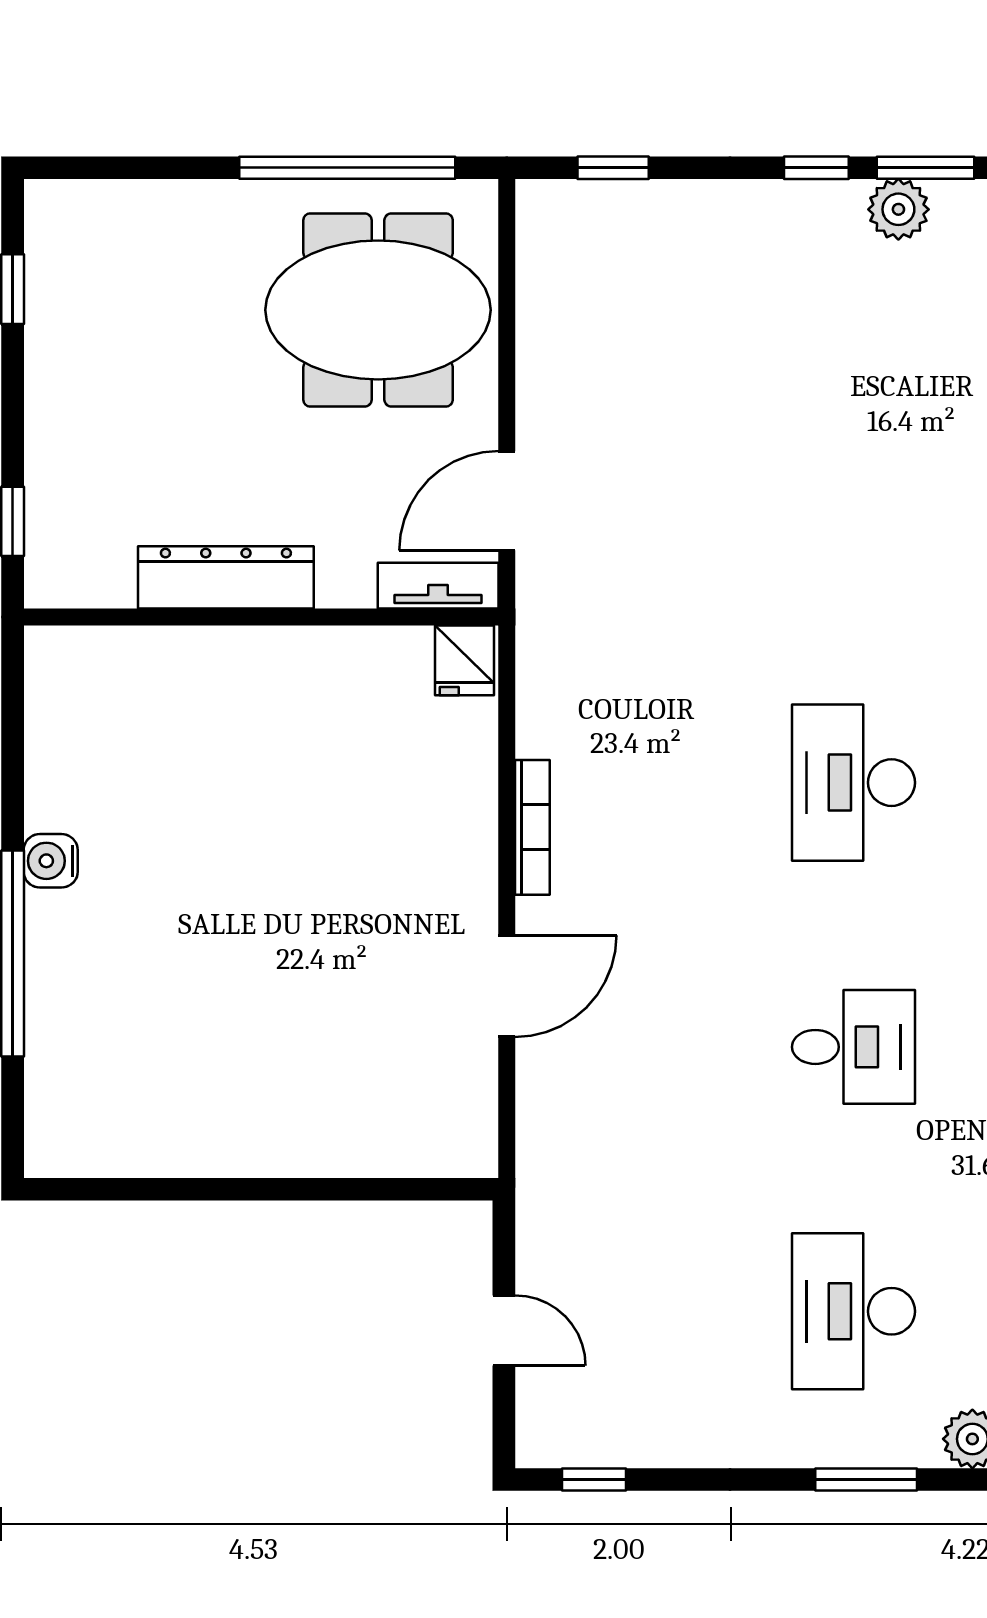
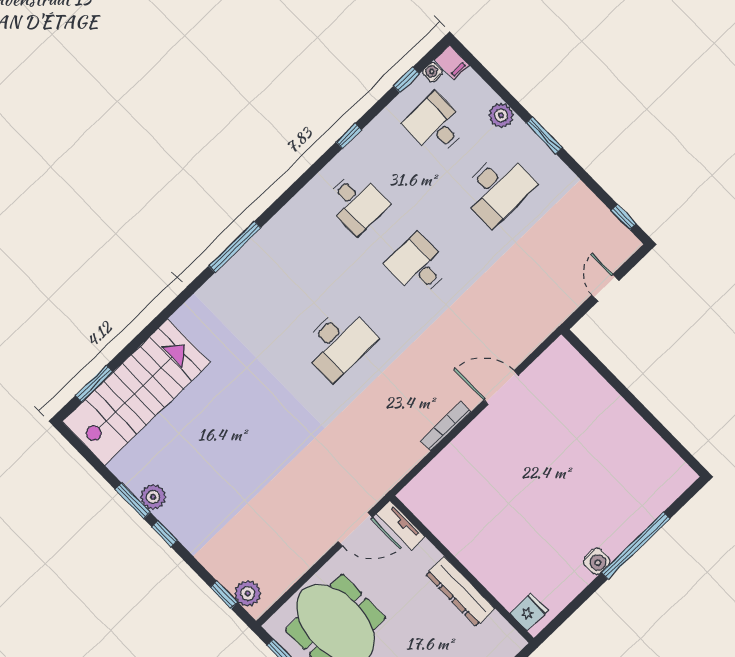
plant: (576, 210) -> (248, 593), added
fridge: (465, 660) -> (529, 612), moved

